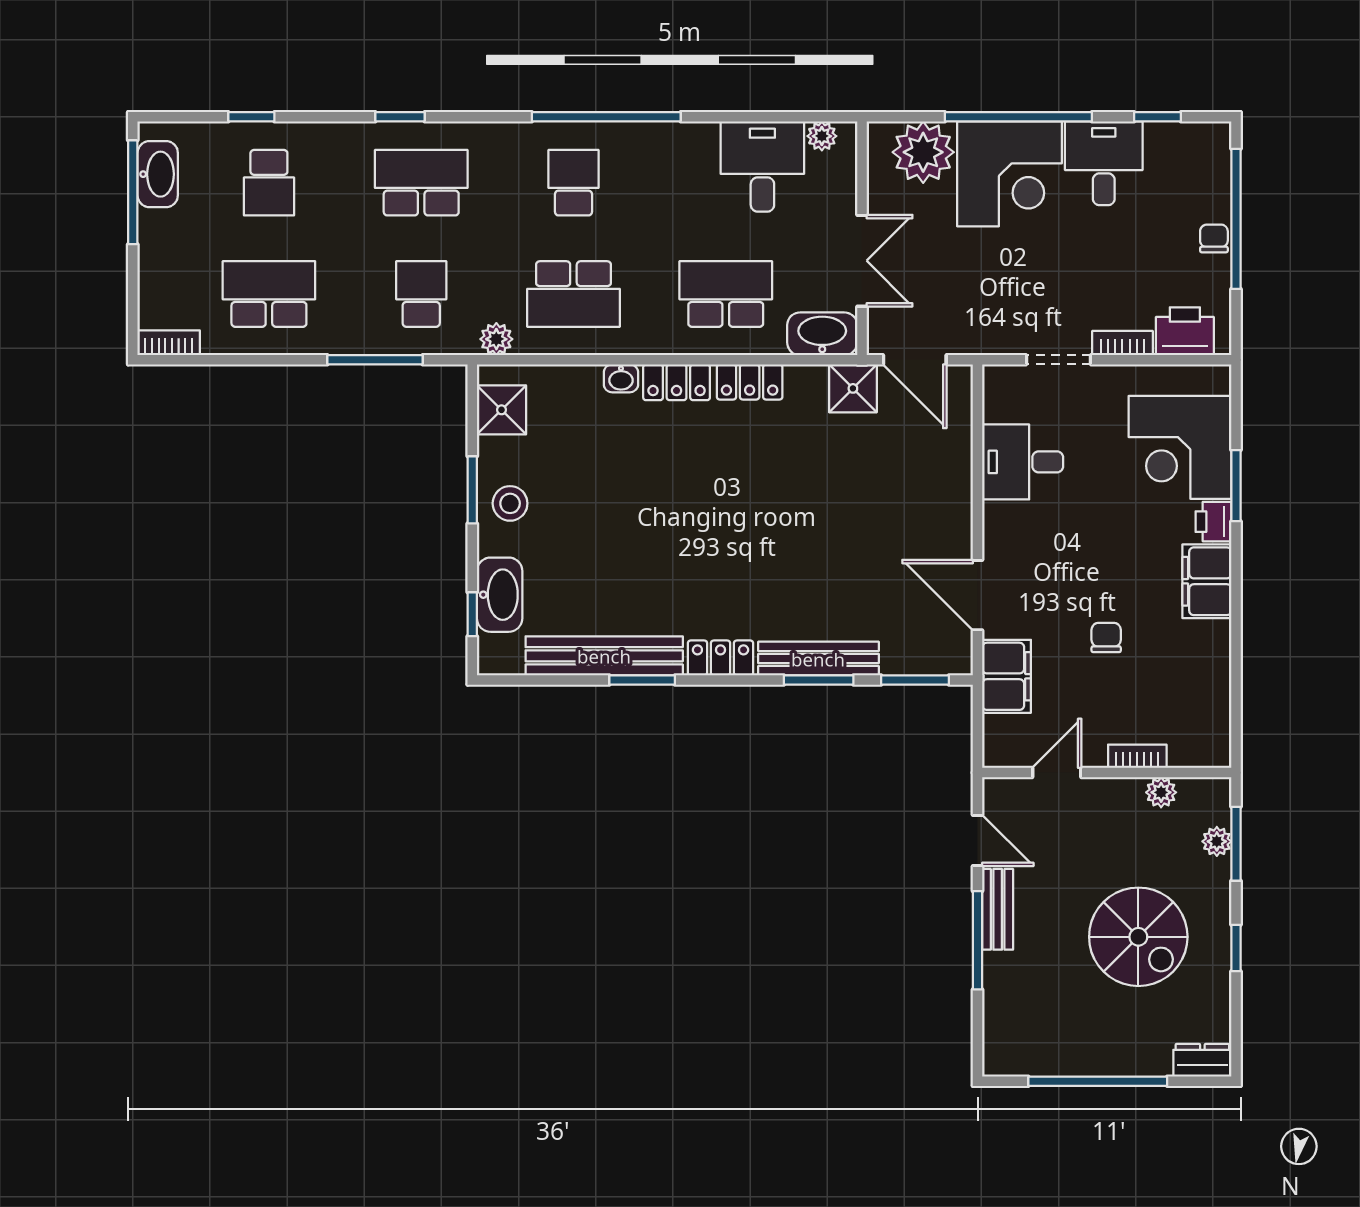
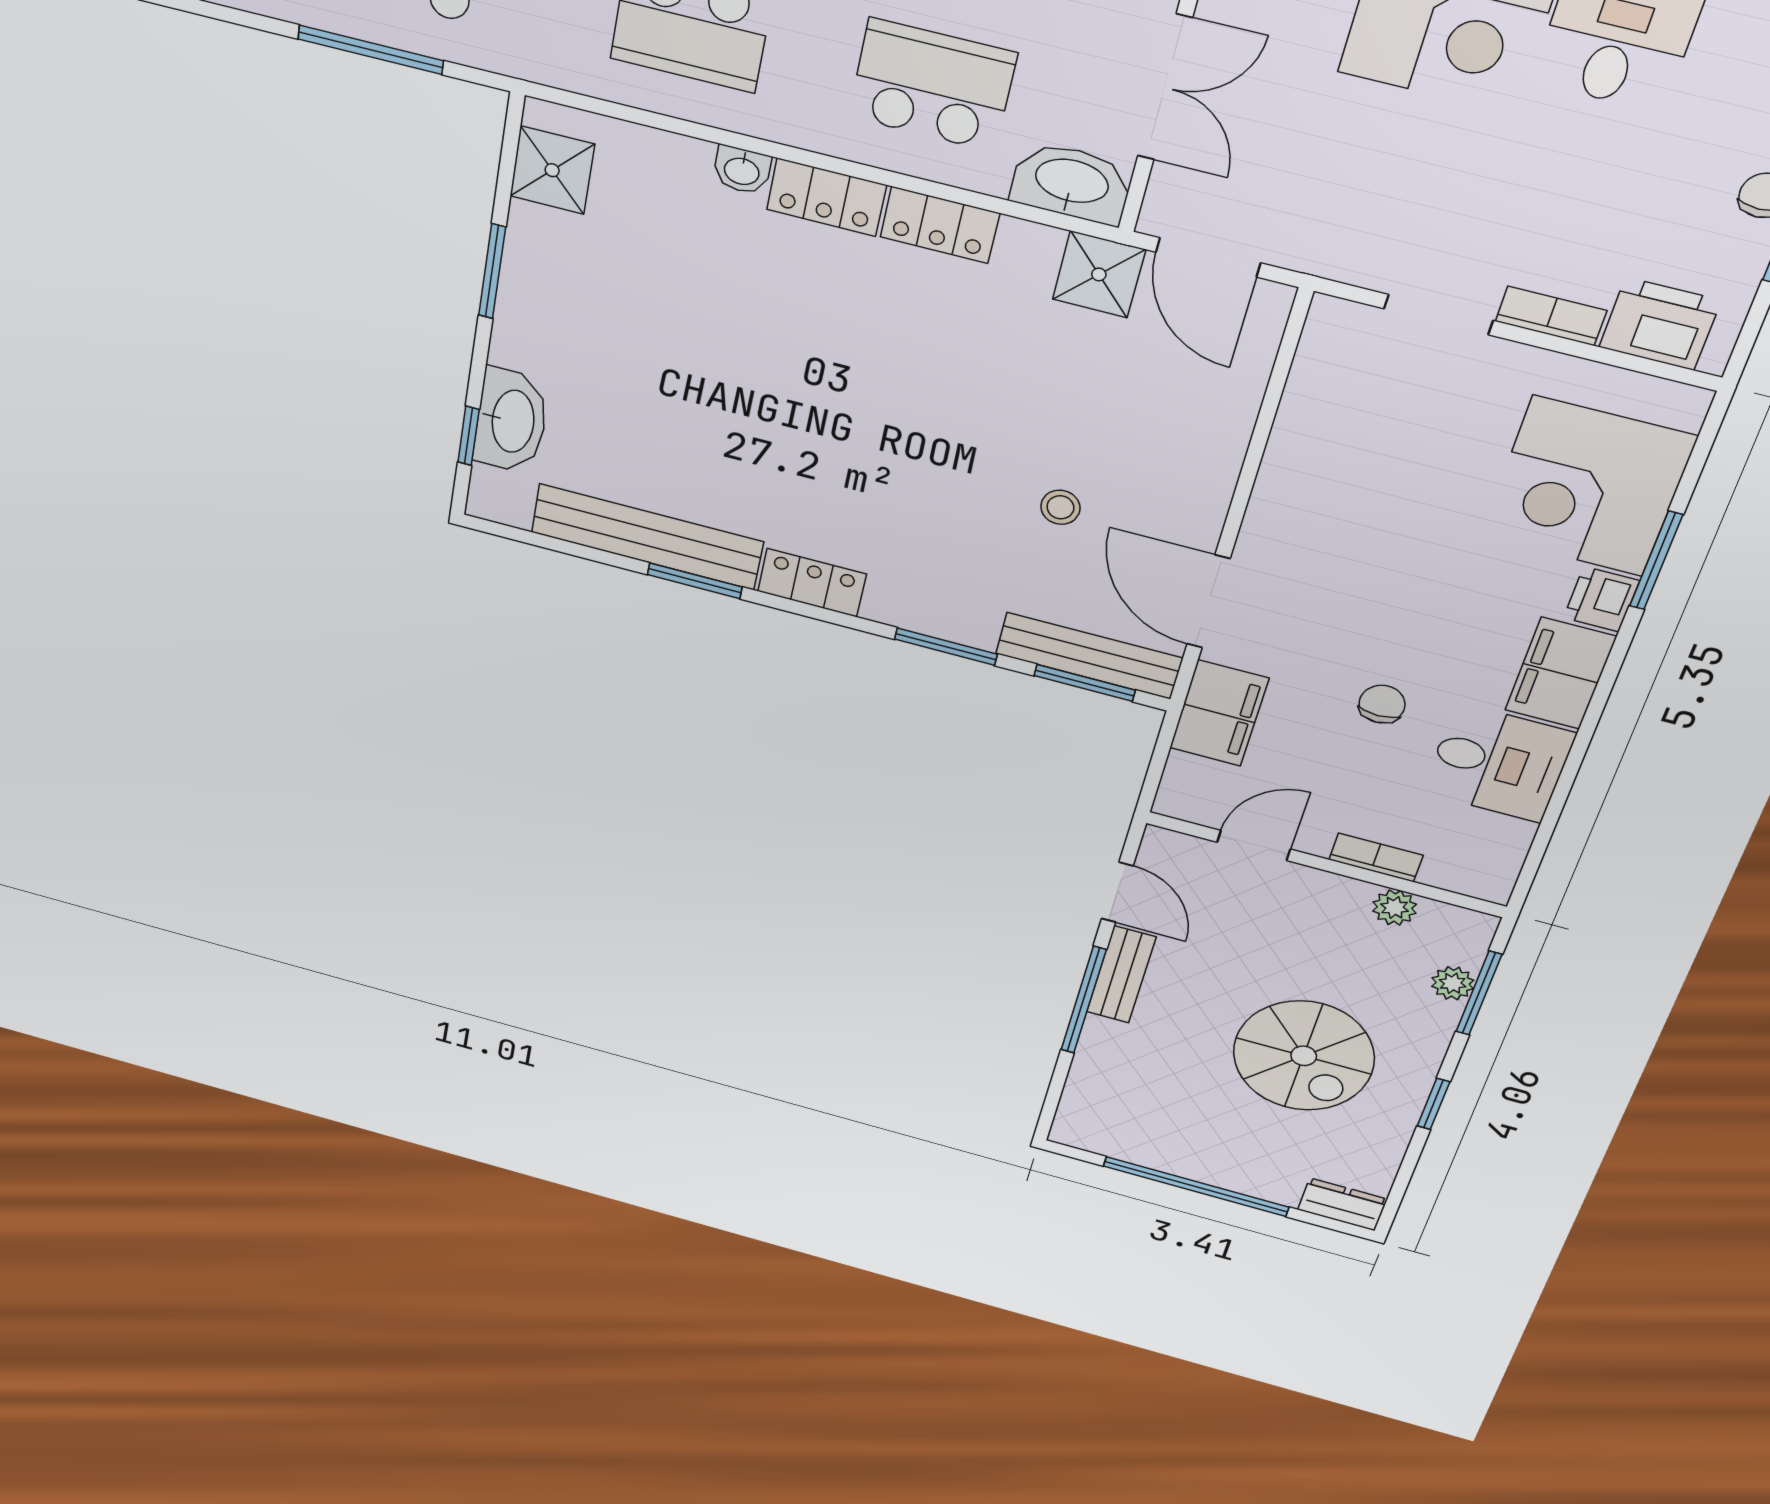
plant: (496, 339) -> (560, 65), removed
desk: (1023, 462) -> (1499, 763), moved, turned 180
stool: (510, 503) -> (1060, 507), moved, width x0.73, depth x0.73
bench: (818, 659) -> (1089, 656), moved

